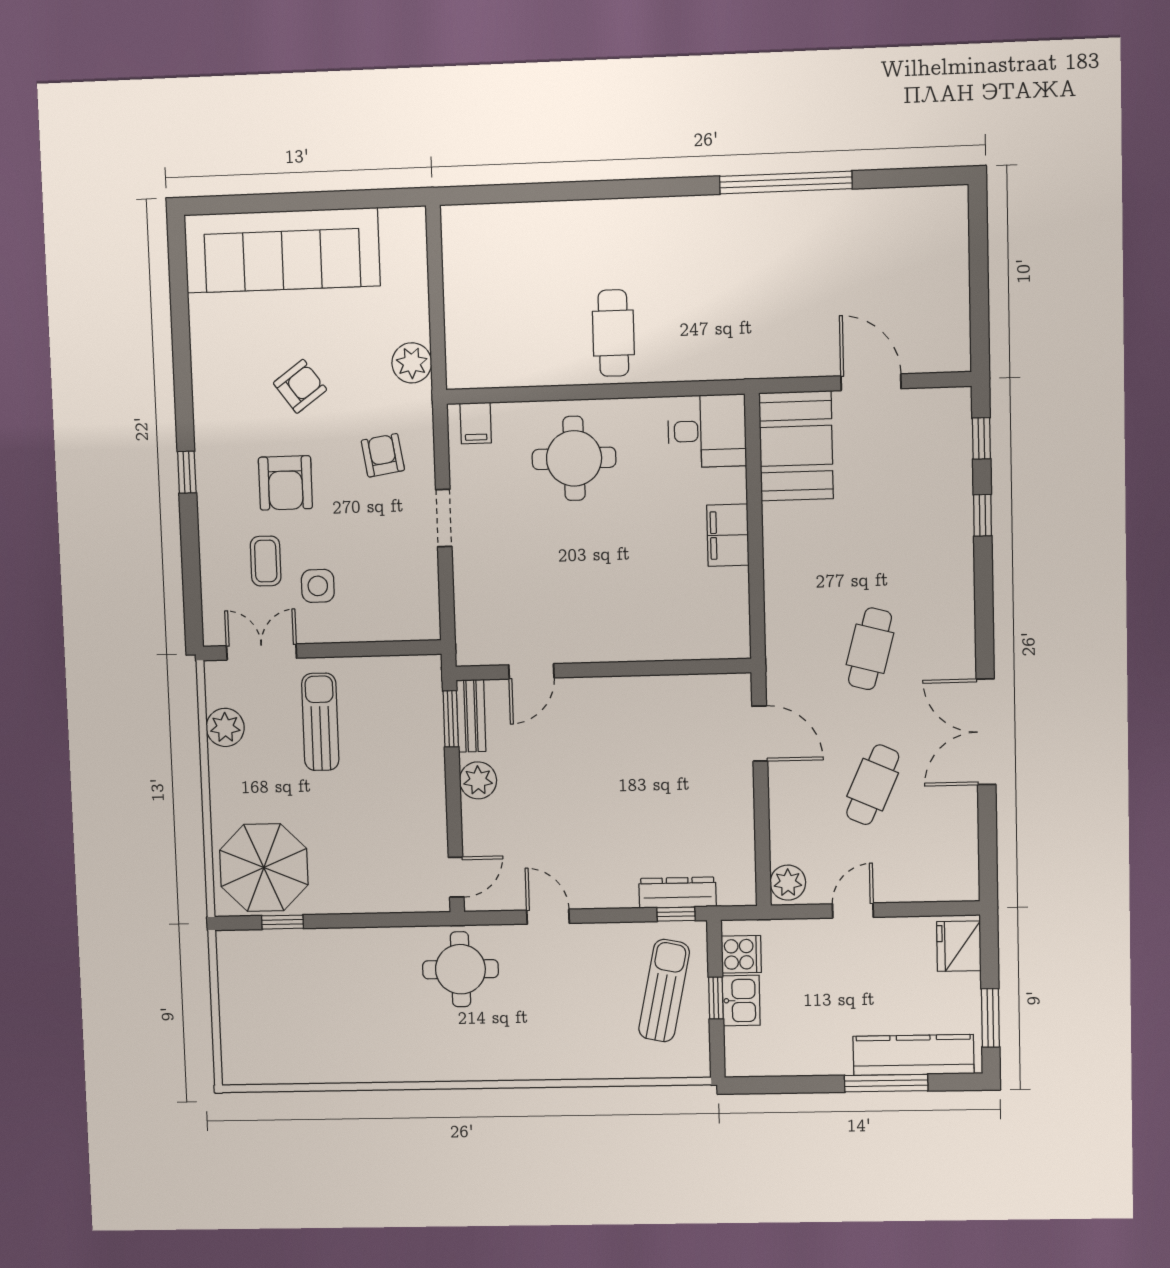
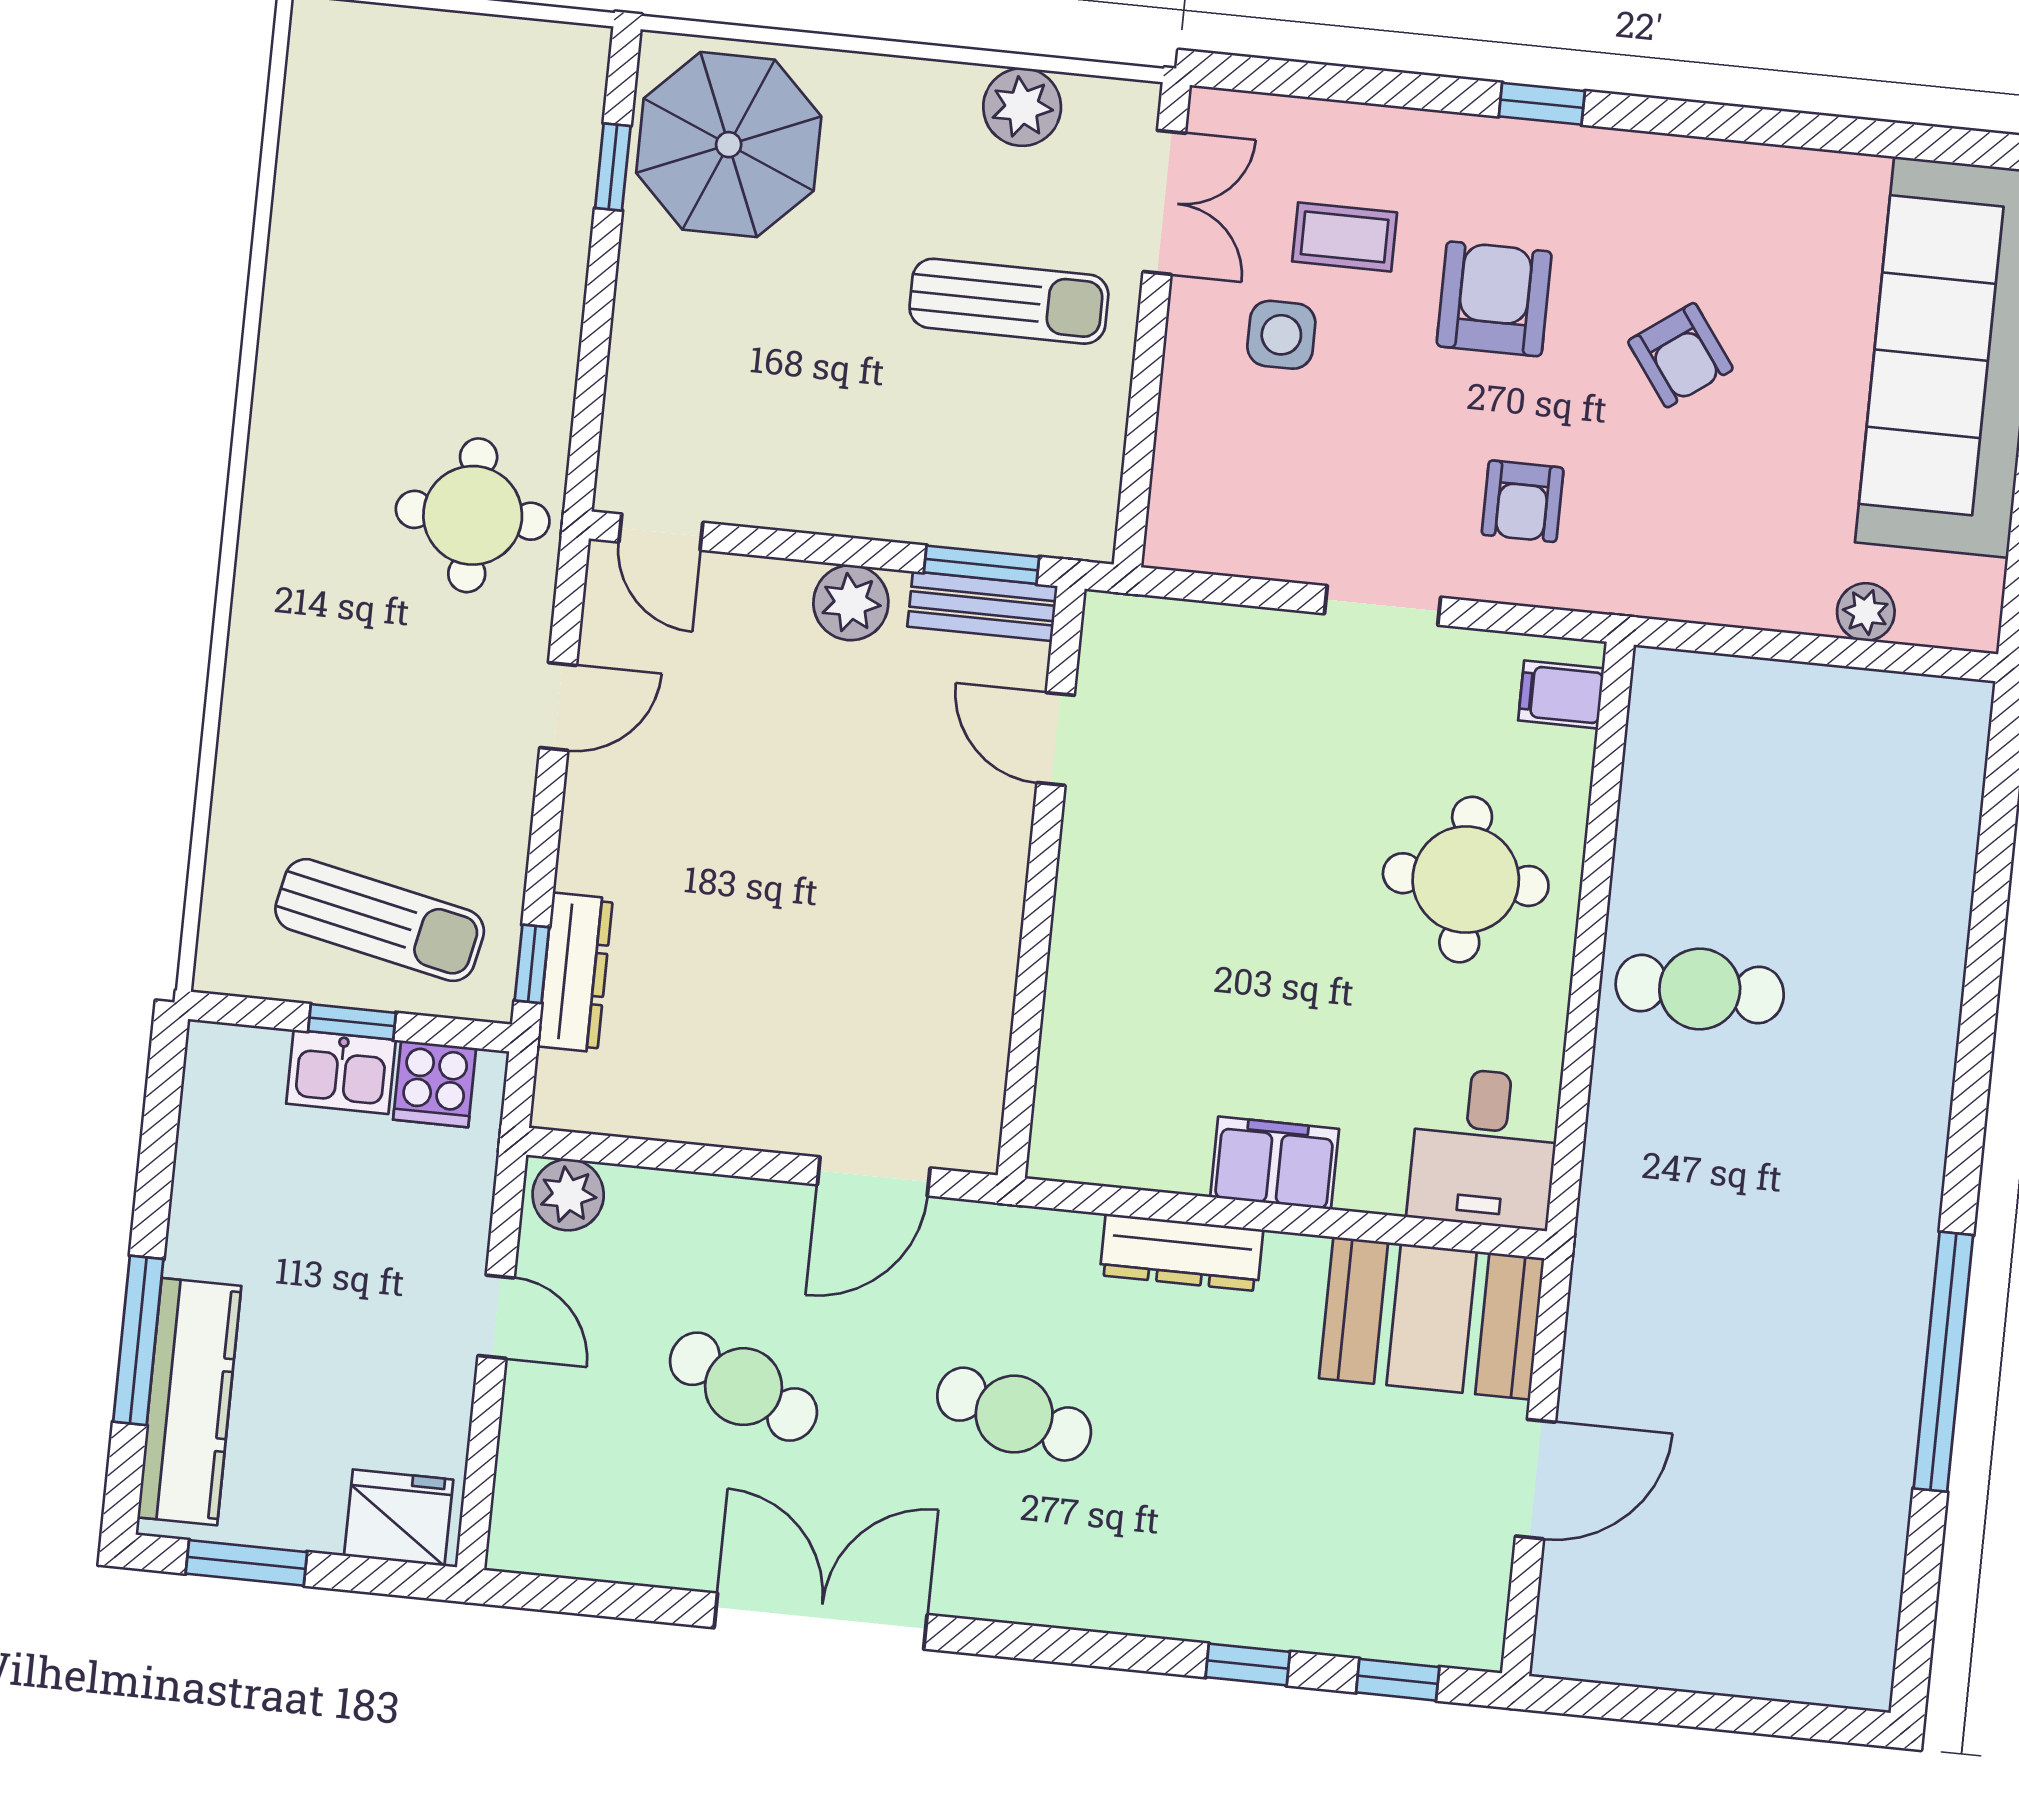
plant: (412, 363) -> (1866, 612), moved, width x0.73, depth x0.73
armchair: (383, 455) -> (1523, 501), turned 99
armchair: (285, 483) -> (1494, 299), turned 90
dresser: (779, 576) -> (1181, 1252), added

